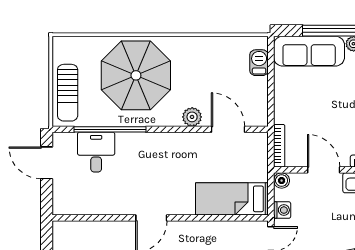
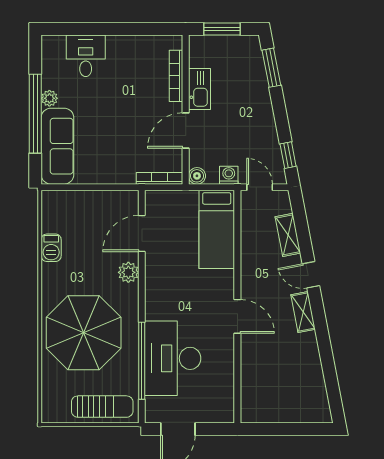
barbecue: (259, 63) -> (51, 248), moved, turned -90
desk: (96, 152) -> (173, 358), width x1.87, depth x1.30

